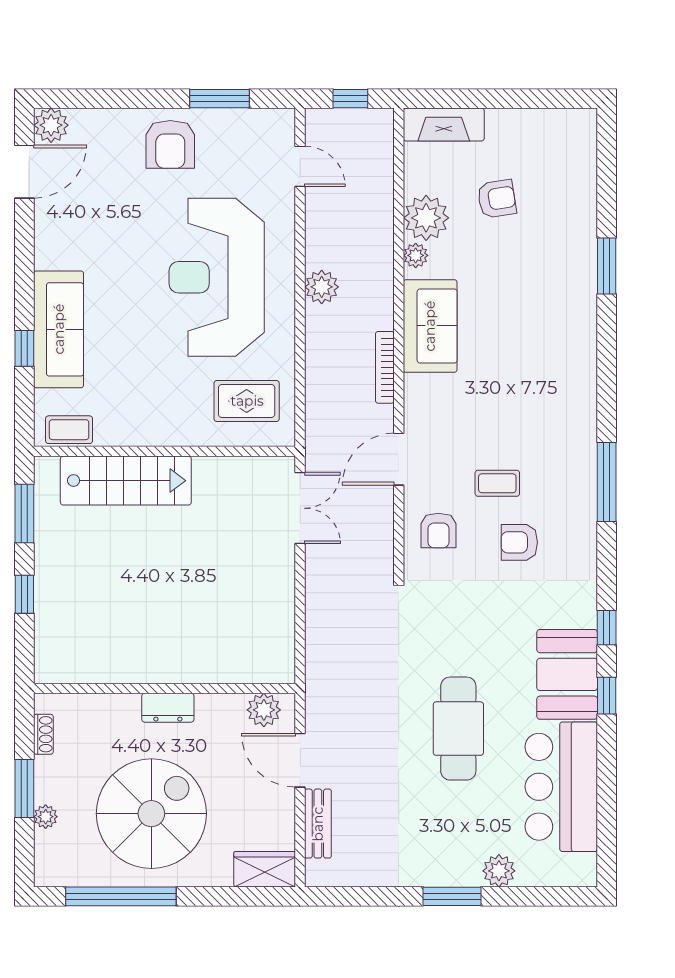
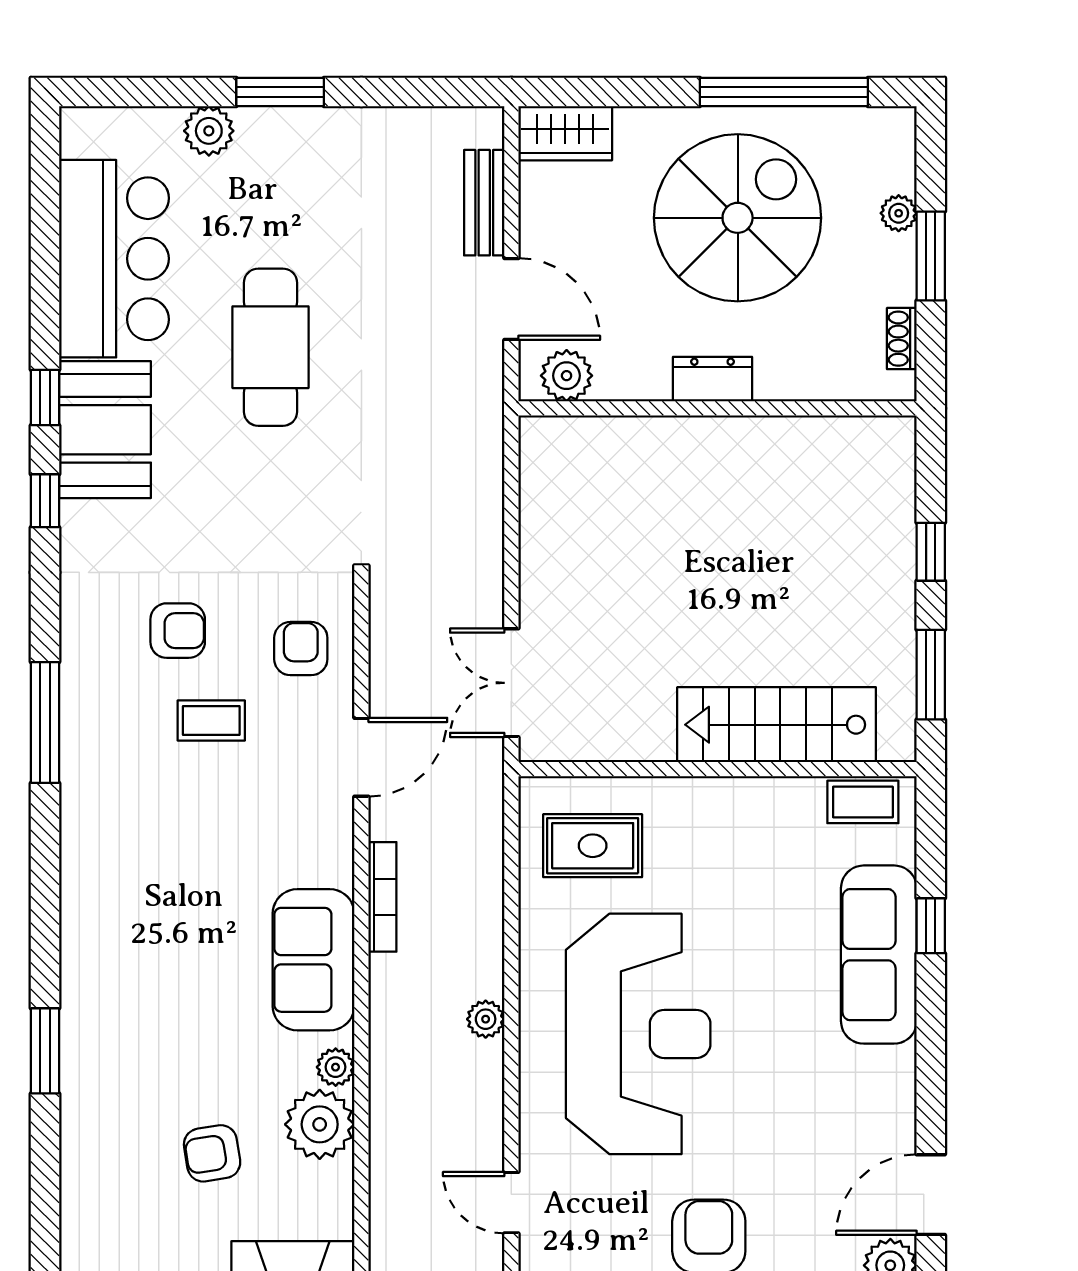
plant: (322, 287) -> (486, 1019), width x0.73, depth x0.73
spiral stairs: (151, 814) -> (738, 218), turned 180

